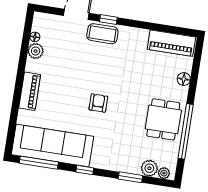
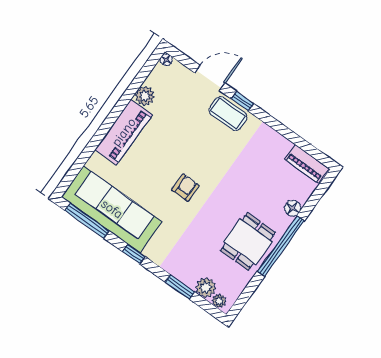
floor lamp: (35, 37) -> (166, 60), moved
piano: (171, 43) -> (307, 164), width x0.73, depth x0.75
piano: (30, 91) -> (124, 132), width x1.37, depth x1.33
window: (186, 131) -> (281, 246), moved

